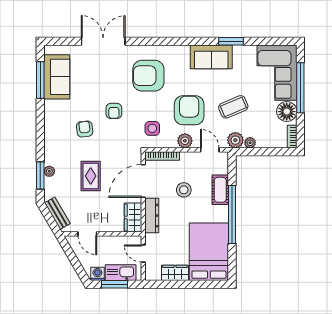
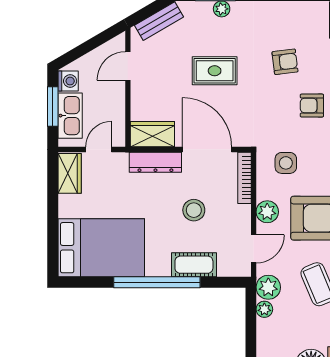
wardrobe: (175, 273) -> (70, 173), moved

